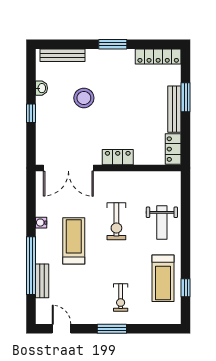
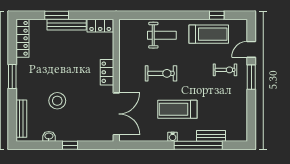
water cooler: (41, 223) -> (173, 137), moved
door: (62, 329) -> (251, 49), moved

